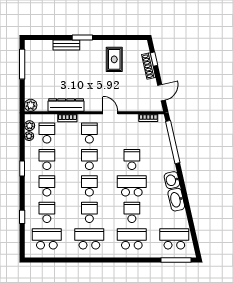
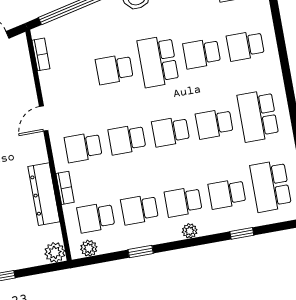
plant: (29, 136) -> (190, 231), moved
window: (22, 168) -> (141, 252), moved
school desk: (132, 239) -> (245, 46), width x0.54

